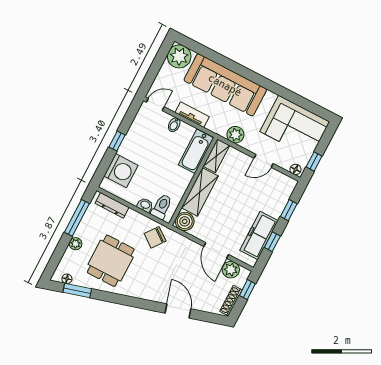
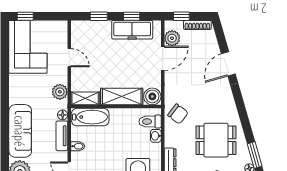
sofa: (225, 85) -> (20, 131), width x0.74, depth x0.79
window: (314, 161) -> (25, 16), moved
floor lamp: (296, 169) -> (63, 115), moved

